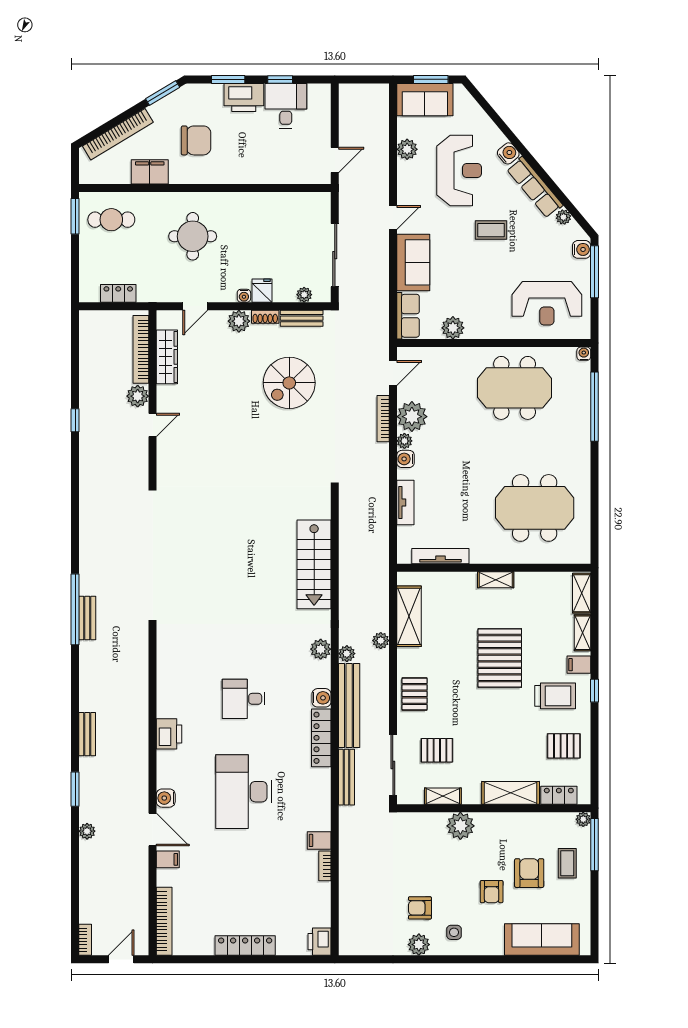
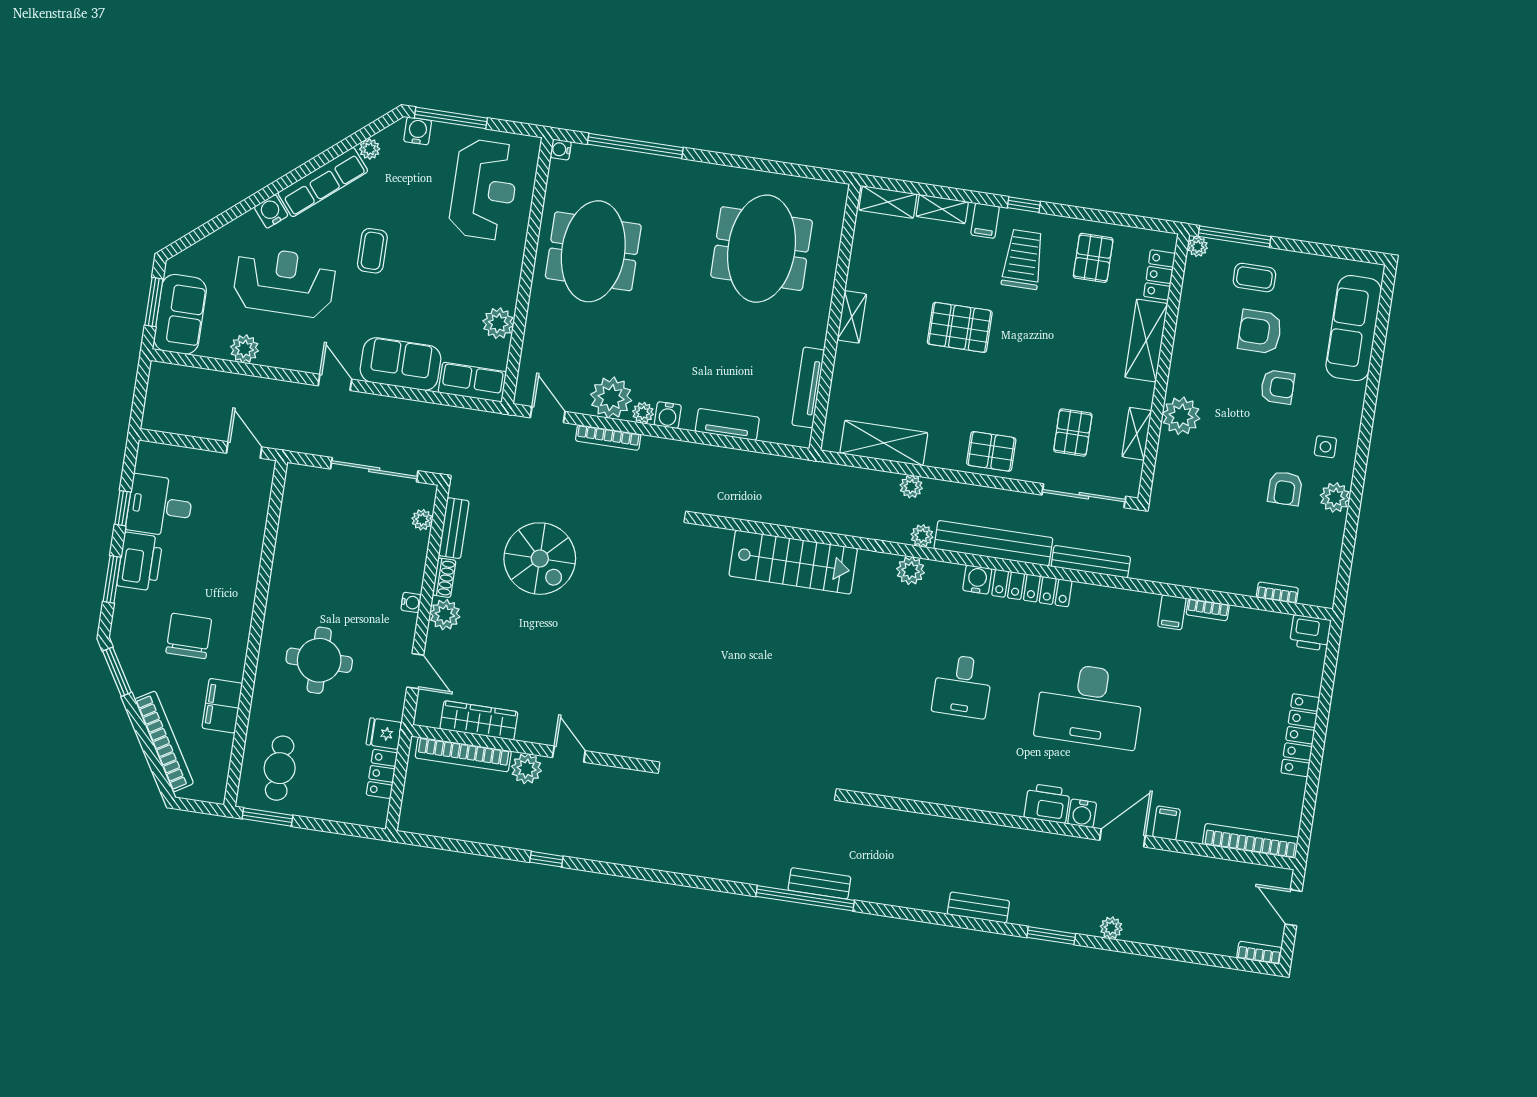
fridge: (262, 291) -> (384, 734), moved
pallet: (500, 658) -> (960, 327), width x0.73, depth x0.71
printer: (169, 734) -> (1047, 803), moved
bookcase: (344, 914) -> (1277, 593), added

